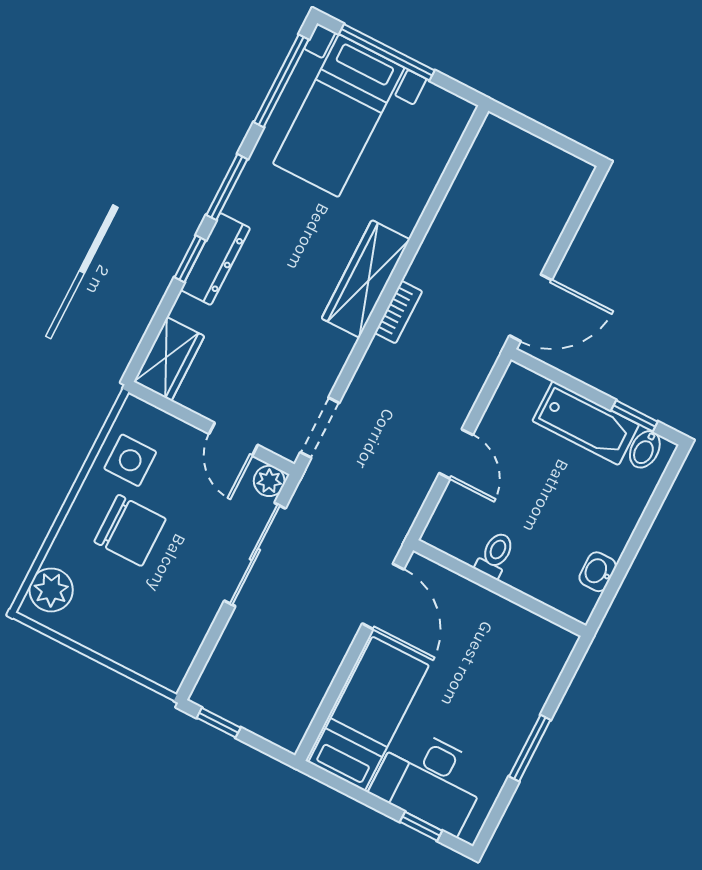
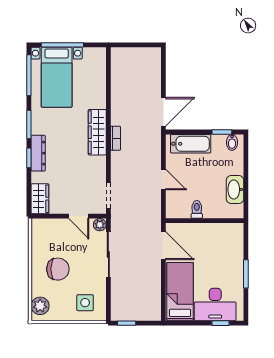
bathtub: (586, 423) -> (191, 144), moved
side table: (130, 460) -> (85, 303), moved
washbasin: (598, 572) -> (235, 189), width x1.91, depth x1.45

